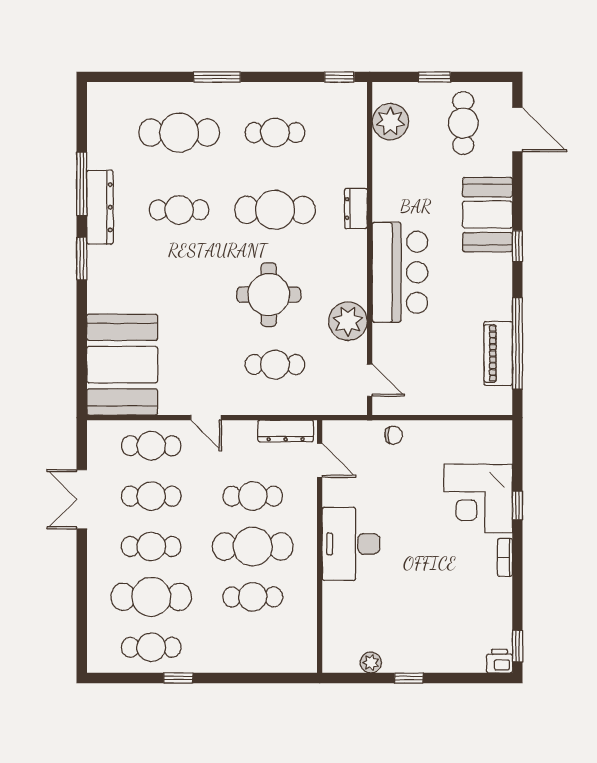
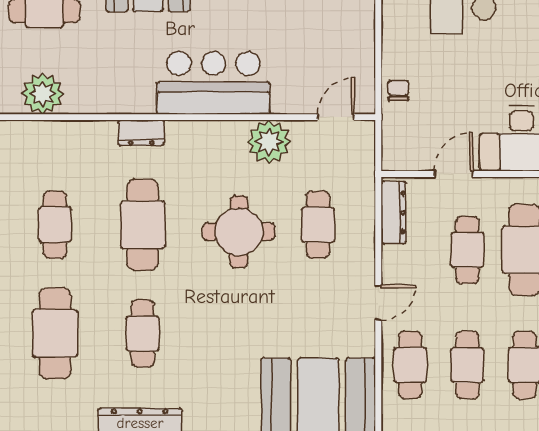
door: (320, 460) -> (453, 174), moved

